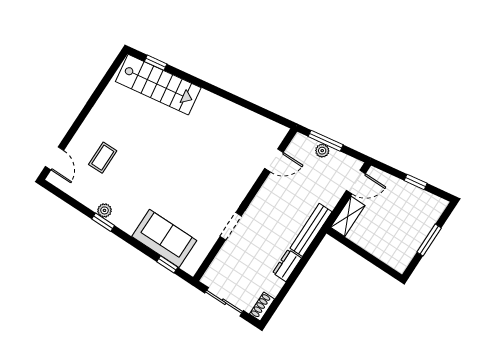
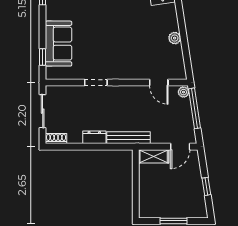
plant: (238, 113) -> (175, 38), added
window: (326, 141) -> (194, 108), width x1.44
plant: (322, 151) -> (183, 92), moved
door: (356, 182) -> (180, 147), hinge flipped

